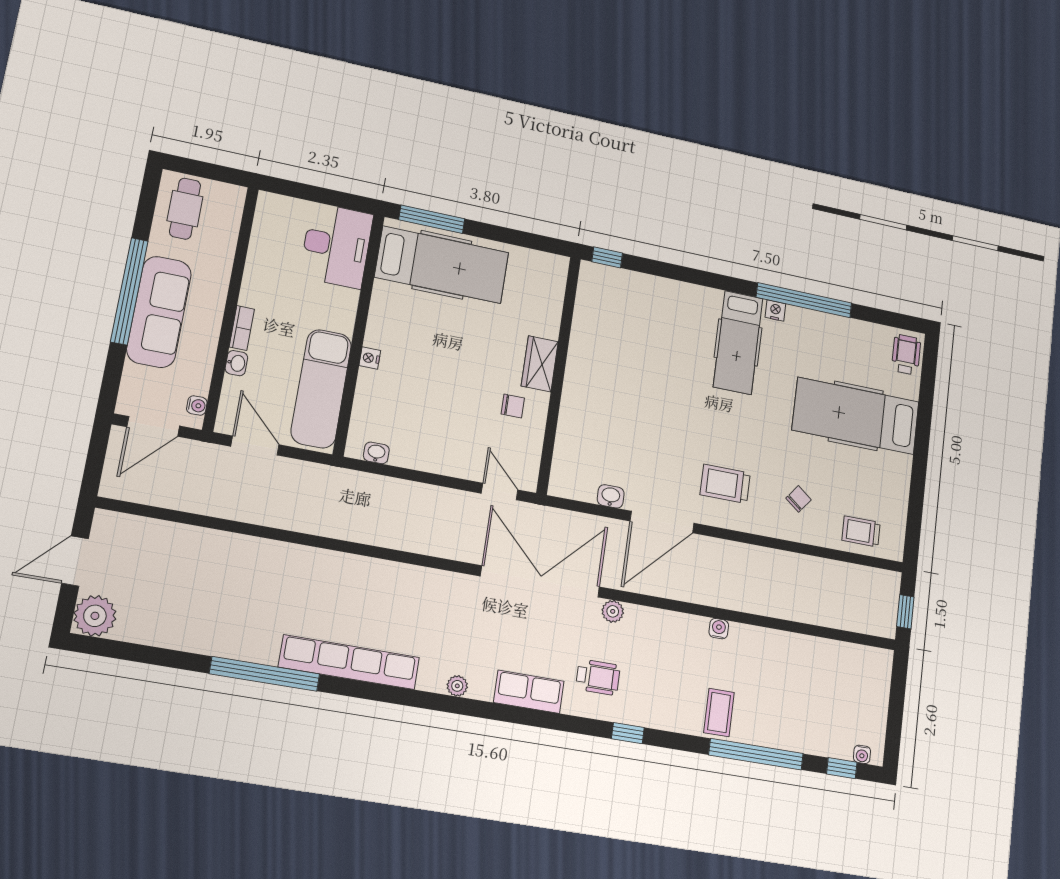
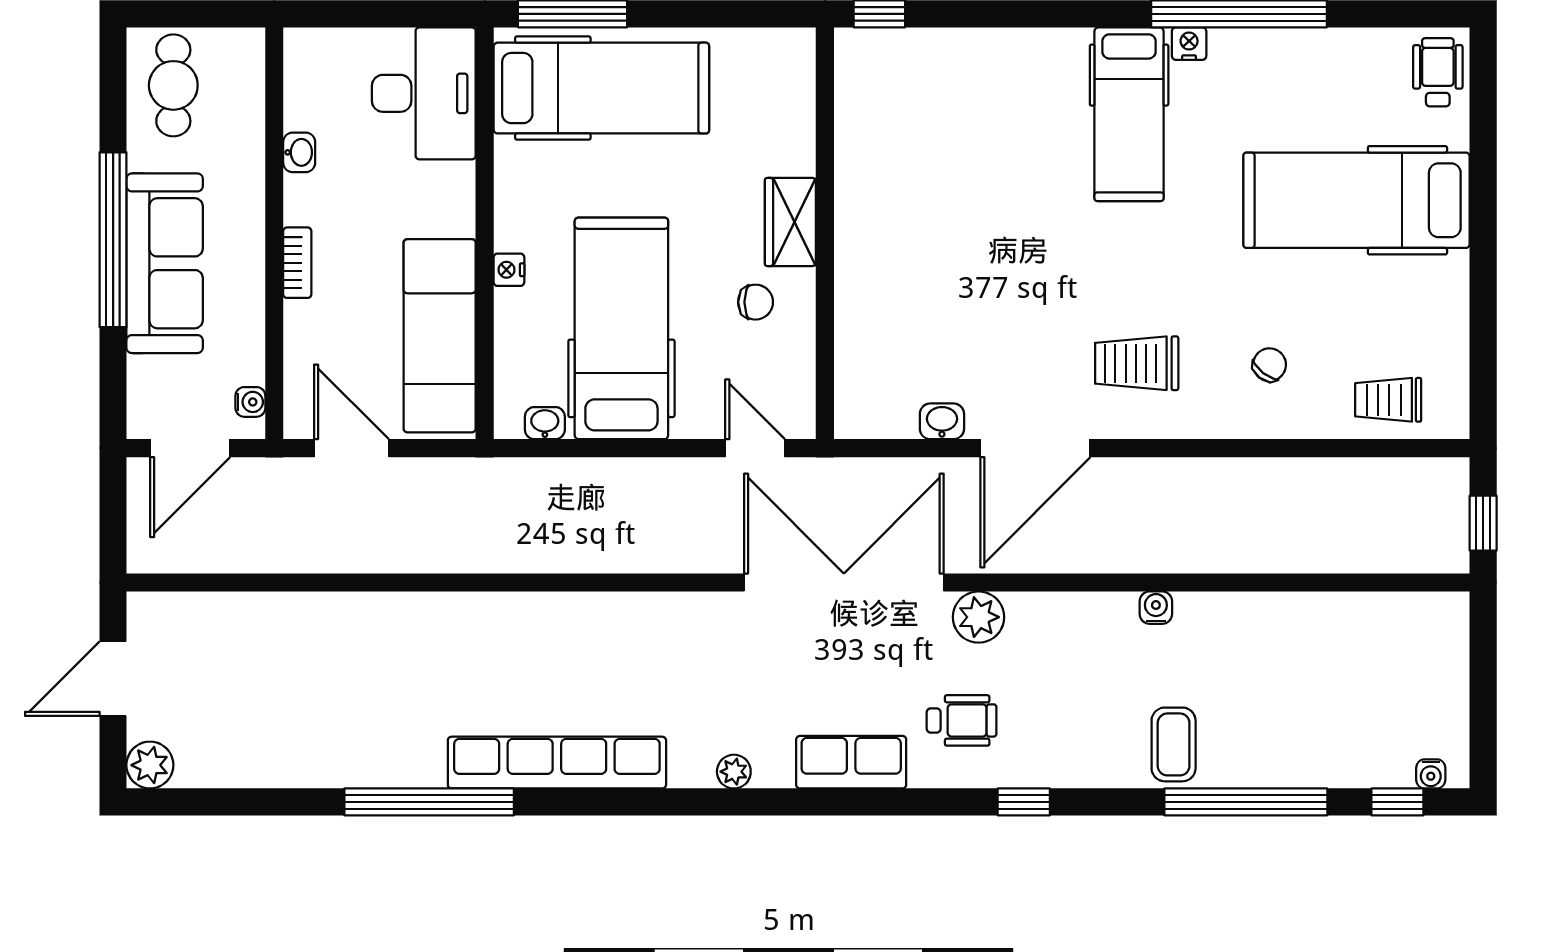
washbasin: (236, 363) -> (299, 152), moved
hospital bed: (431, 406) -> (621, 328), added
plant: (613, 611) -> (979, 617), width x1.38, depth x1.38
plant: (95, 616) -> (150, 765), width x0.73, depth x0.73

